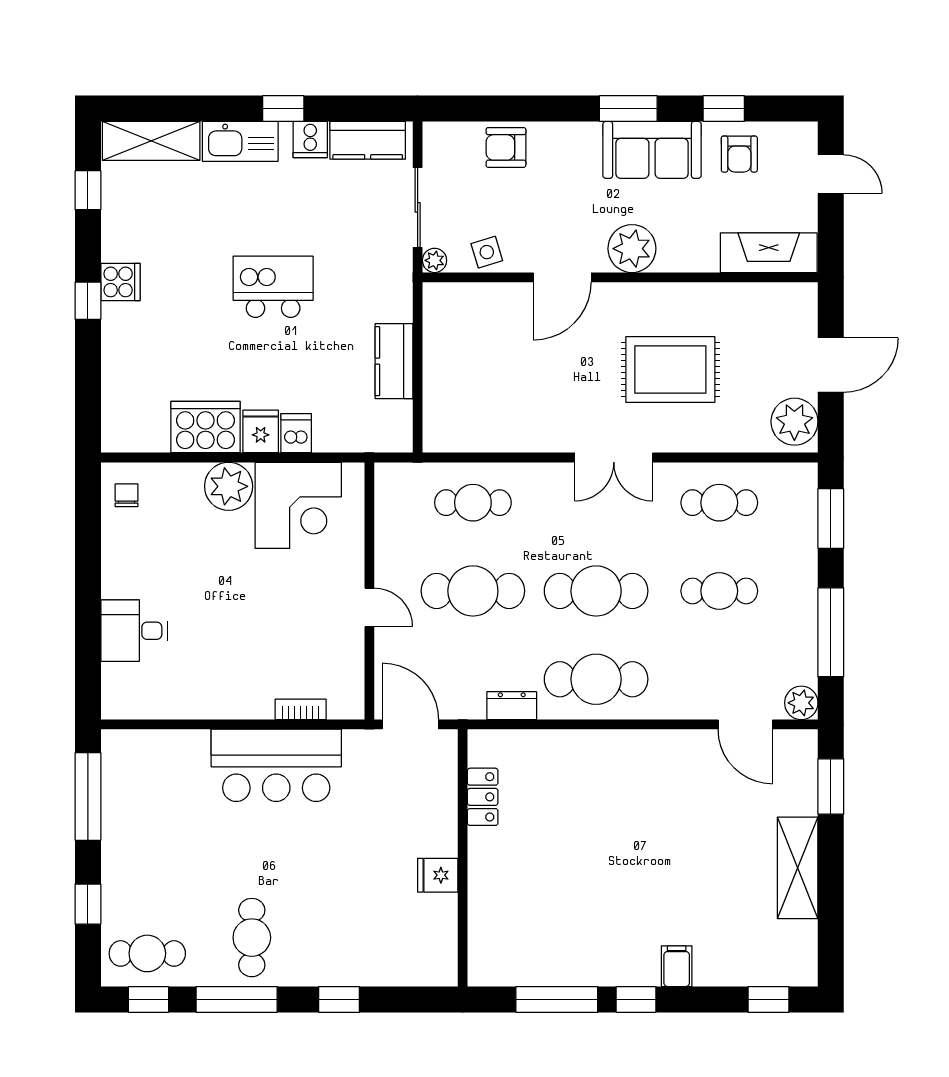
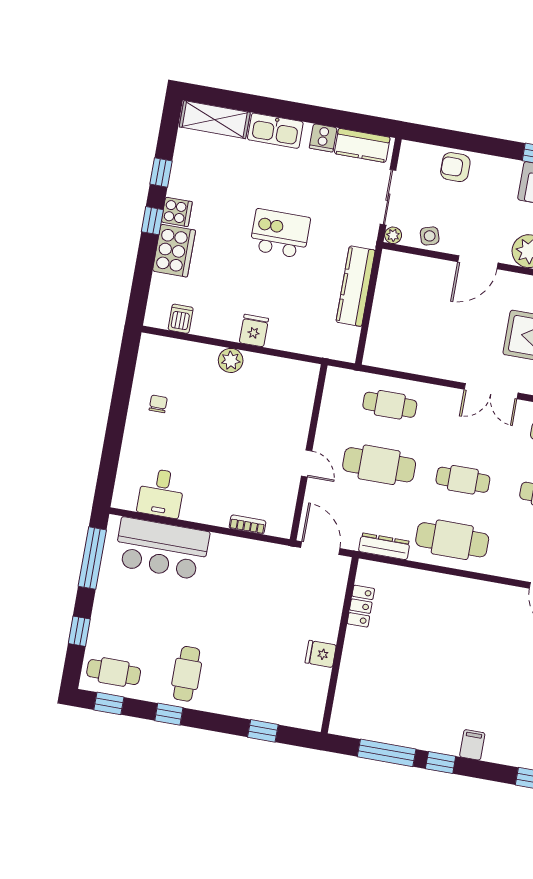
window: (283, 109) -> (309, 114), removed
window: (88, 190) -> (161, 173), moved
kitchen counter: (394, 361) -> (356, 286), width x1.50
cooker: (205, 427) -> (174, 251), moved, turned 90
dishwasher: (296, 433) -> (181, 319), moved
plant: (229, 486) -> (231, 360), width x0.73, depth x0.73
chair: (127, 495) -> (158, 404), moved
corner desk: (298, 505) -> (271, 385), removed
cafe table: (596, 591) -> (463, 480), width x0.73, depth x0.74
desk: (134, 631) -> (161, 493), moved, turned -90
dresser: (512, 706) -> (384, 546), width x1.44
bar counter: (276, 765) -> (162, 549), moved
window: (237, 999) -> (169, 714), width x0.46
window: (339, 999) -> (263, 731), moved

